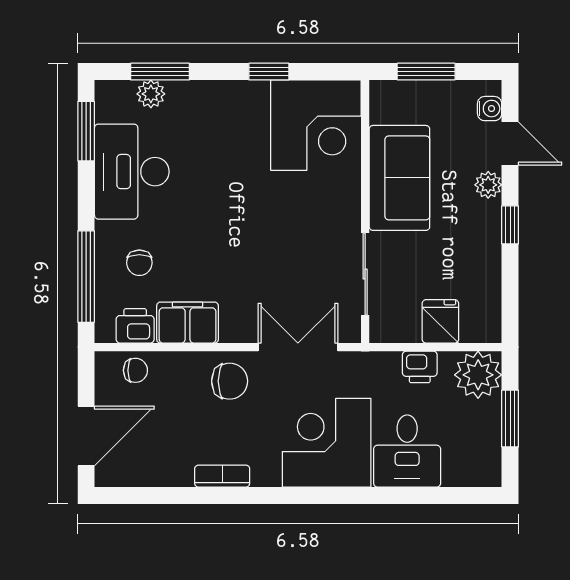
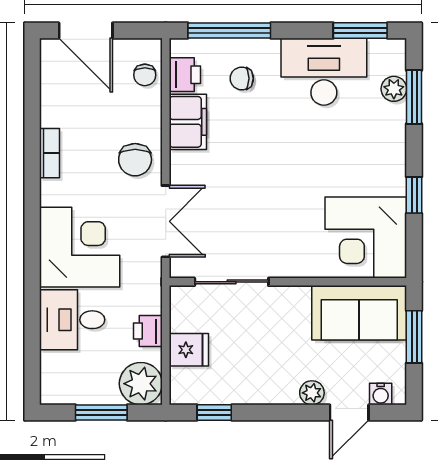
sofa: (399, 178) -> (359, 313), moved
window: (510, 225) -> (214, 412), moved

